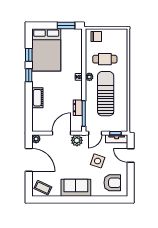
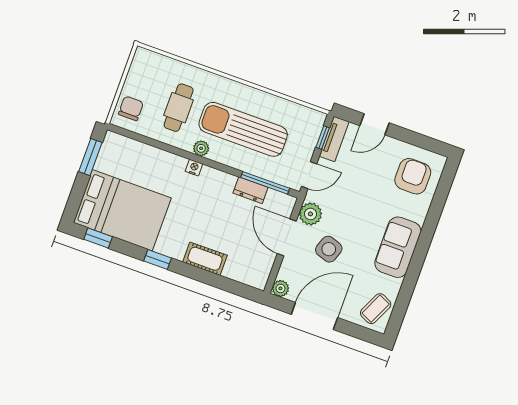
window: (29, 55) -> (98, 238), moved
door: (95, 133) -> (309, 175), hinge flipped
side table: (98, 161) -> (329, 249), moved

